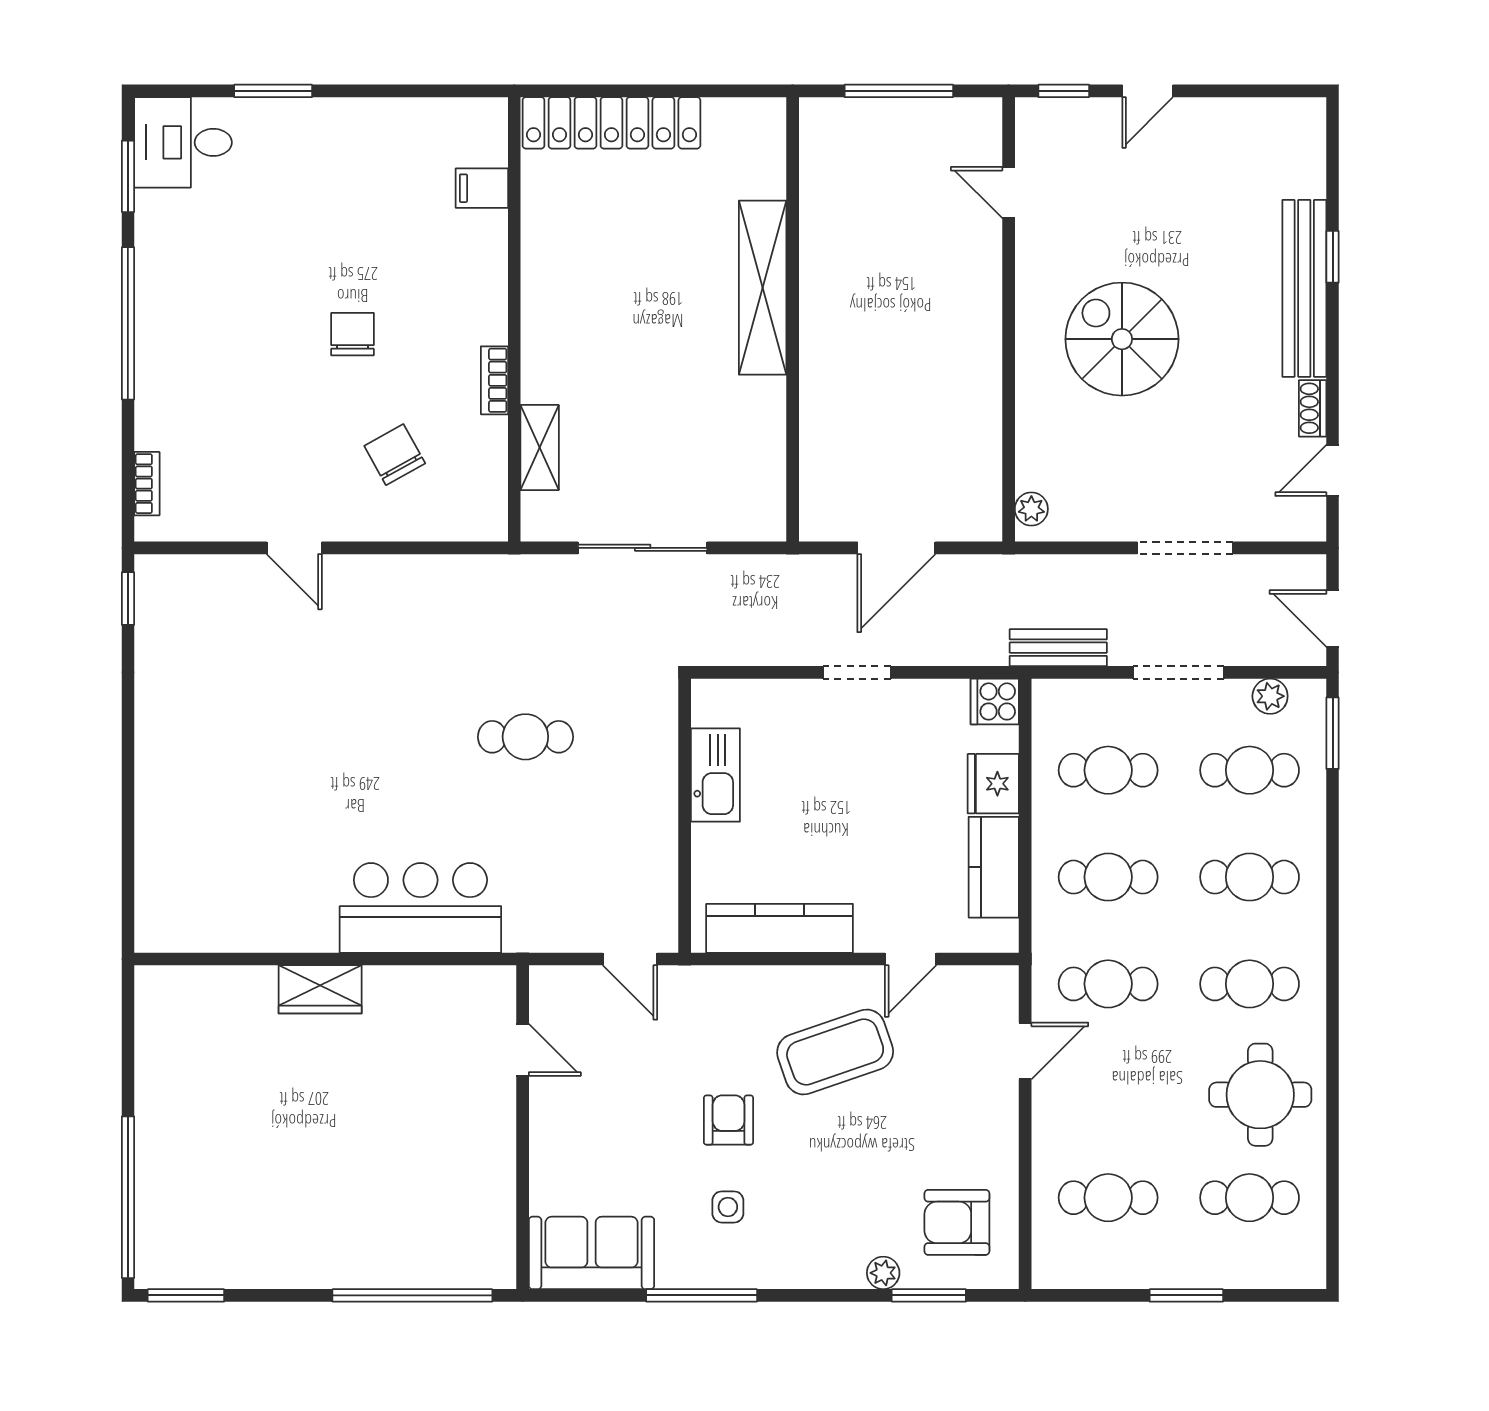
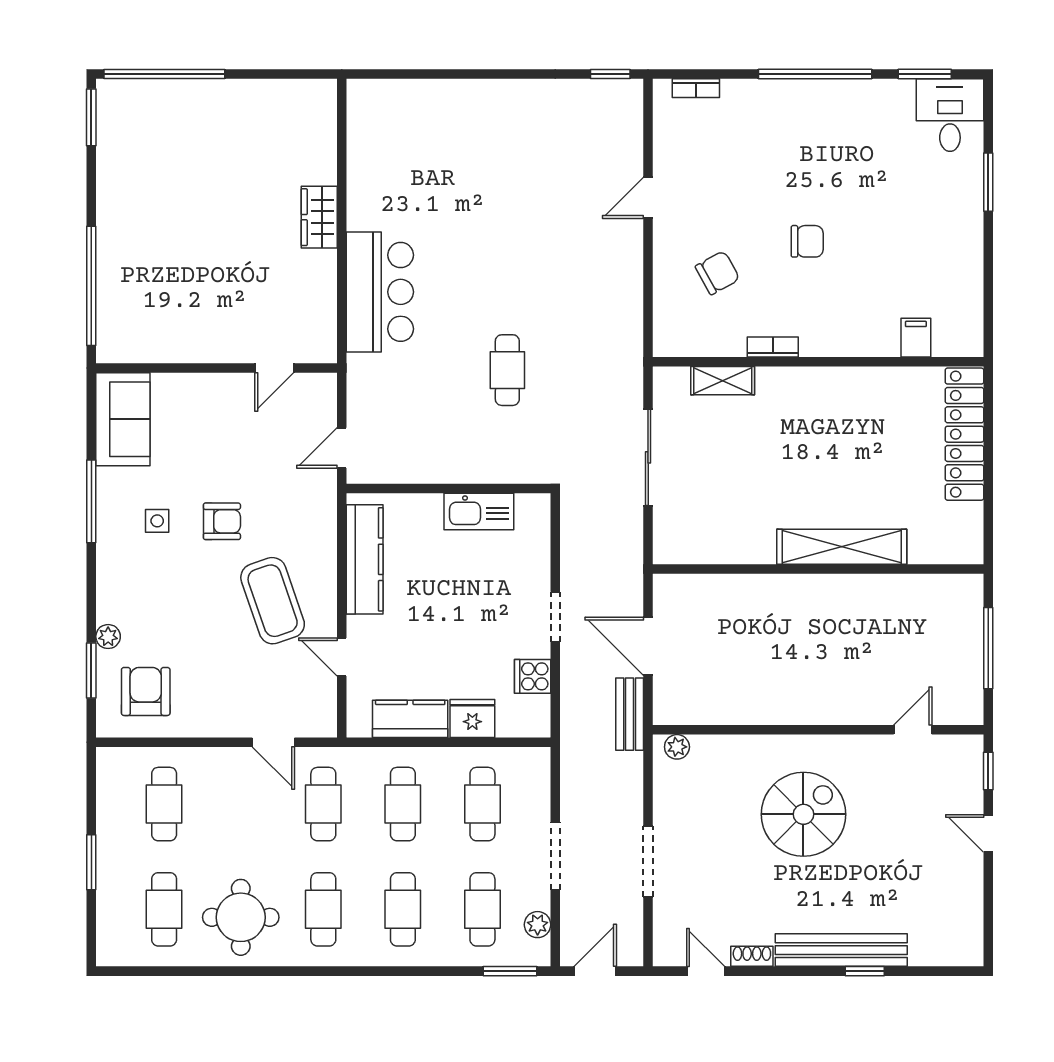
bench: (1058, 648) -> (630, 714), moved
cooker: (995, 701) -> (533, 676), moved, turned -90

